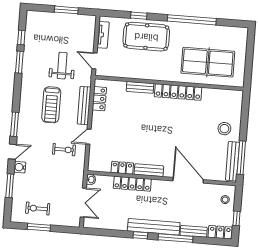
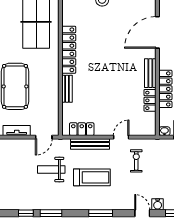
window: (15, 124) -> (101, 213), moved
door: (88, 137) -> (121, 137), swing flipped

